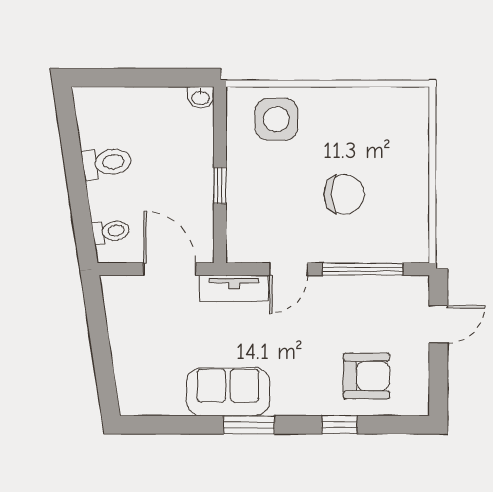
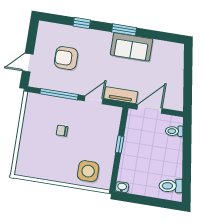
toilet: (107, 163) -> (171, 186), moved
chair: (344, 194) -> (62, 131), width x0.54, depth x0.54
door: (170, 269) -> (150, 109), swing flipped
armchair: (366, 376) -> (66, 58), moved

